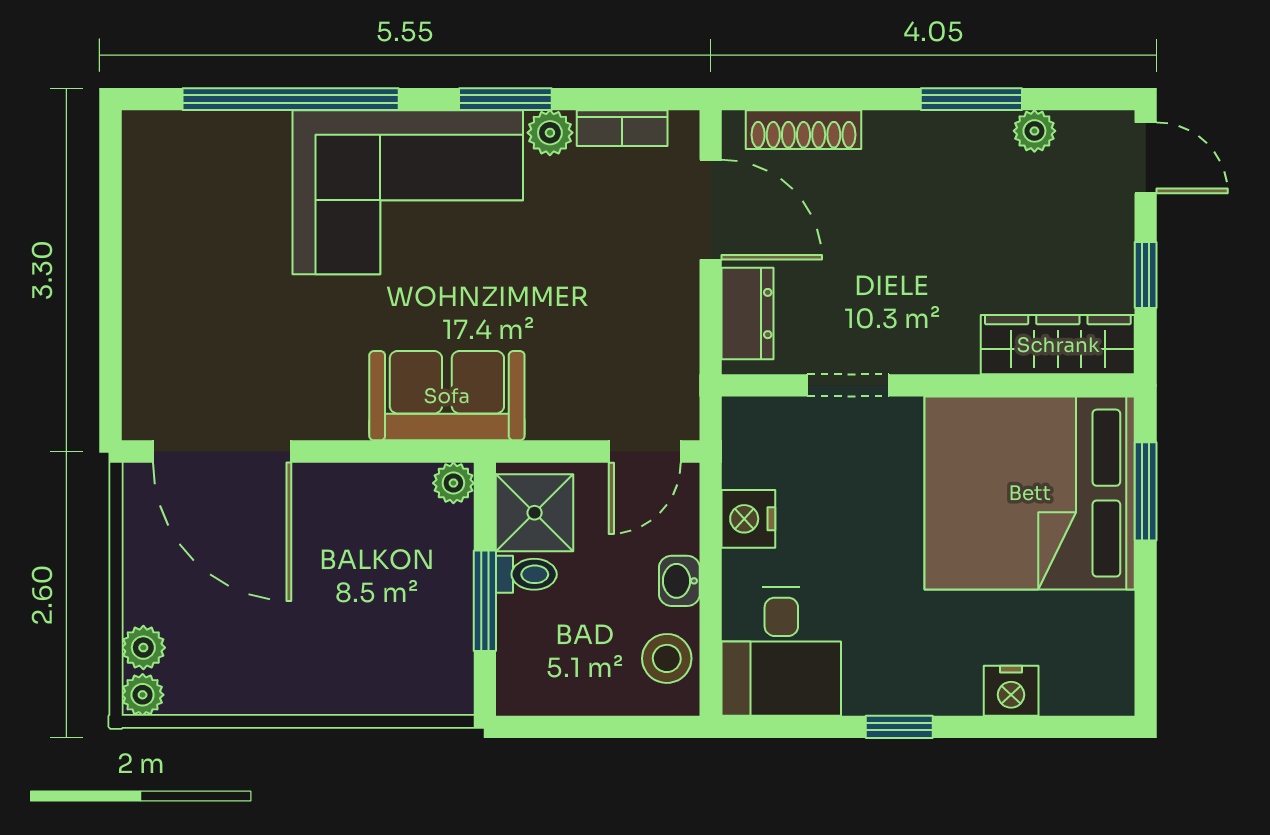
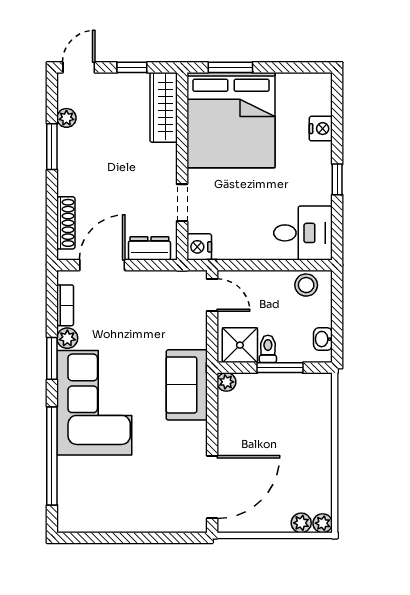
nightstand: (748, 519) -> (199, 247), moved, turned 90
washbasin: (679, 581) -> (323, 339), moved, turned 90

